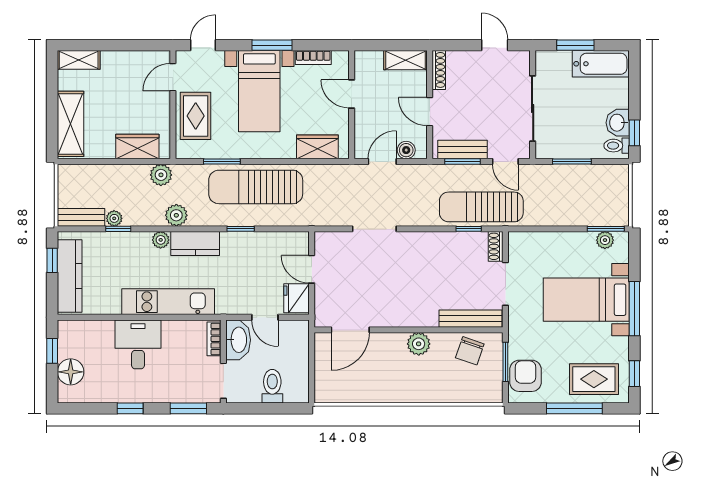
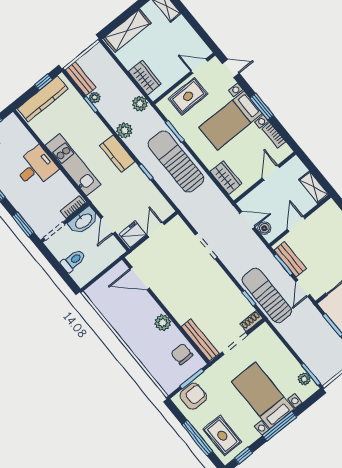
shoe rack: (439, 70) -> (323, 210), removed
plant: (161, 240) -> (104, 133), removed
chair: (470, 351) -> (182, 354), turned 71

